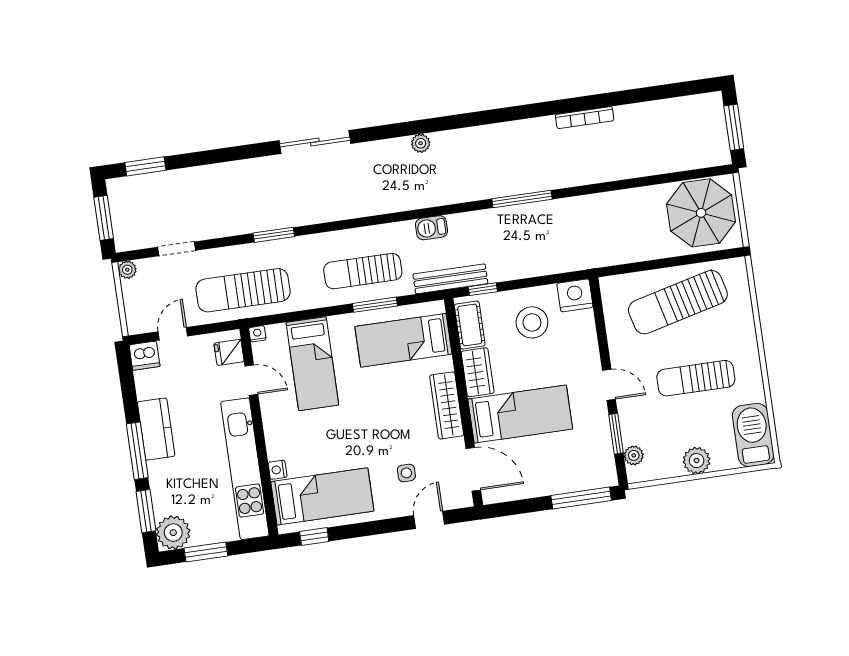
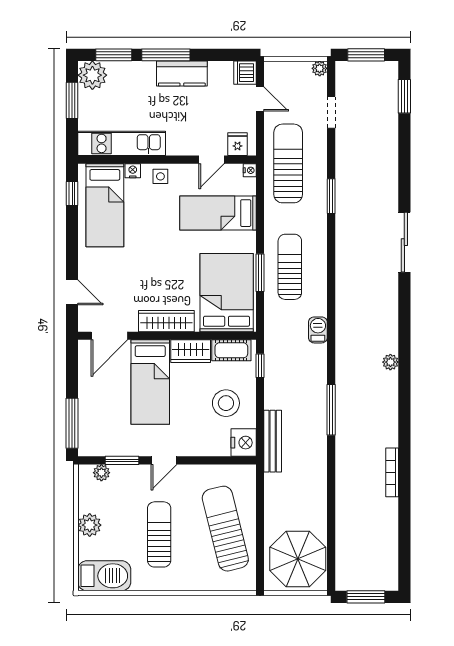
plant: (421, 143) -> (390, 362), moved
bench: (450, 279) -> (273, 441), moved
bed: (403, 340) -> (227, 293), width x1.50
kitchen unit: (245, 469) -> (122, 143), width x0.73
side table: (406, 473) -> (160, 176), moved

